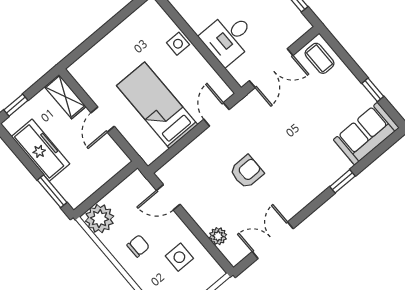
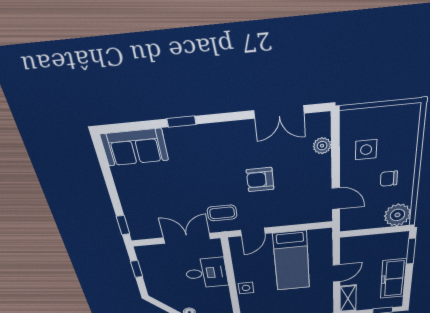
coffee table: (320, 58) -> (222, 213), moved, turned 90
window: (373, 90) -> (123, 225), moved

